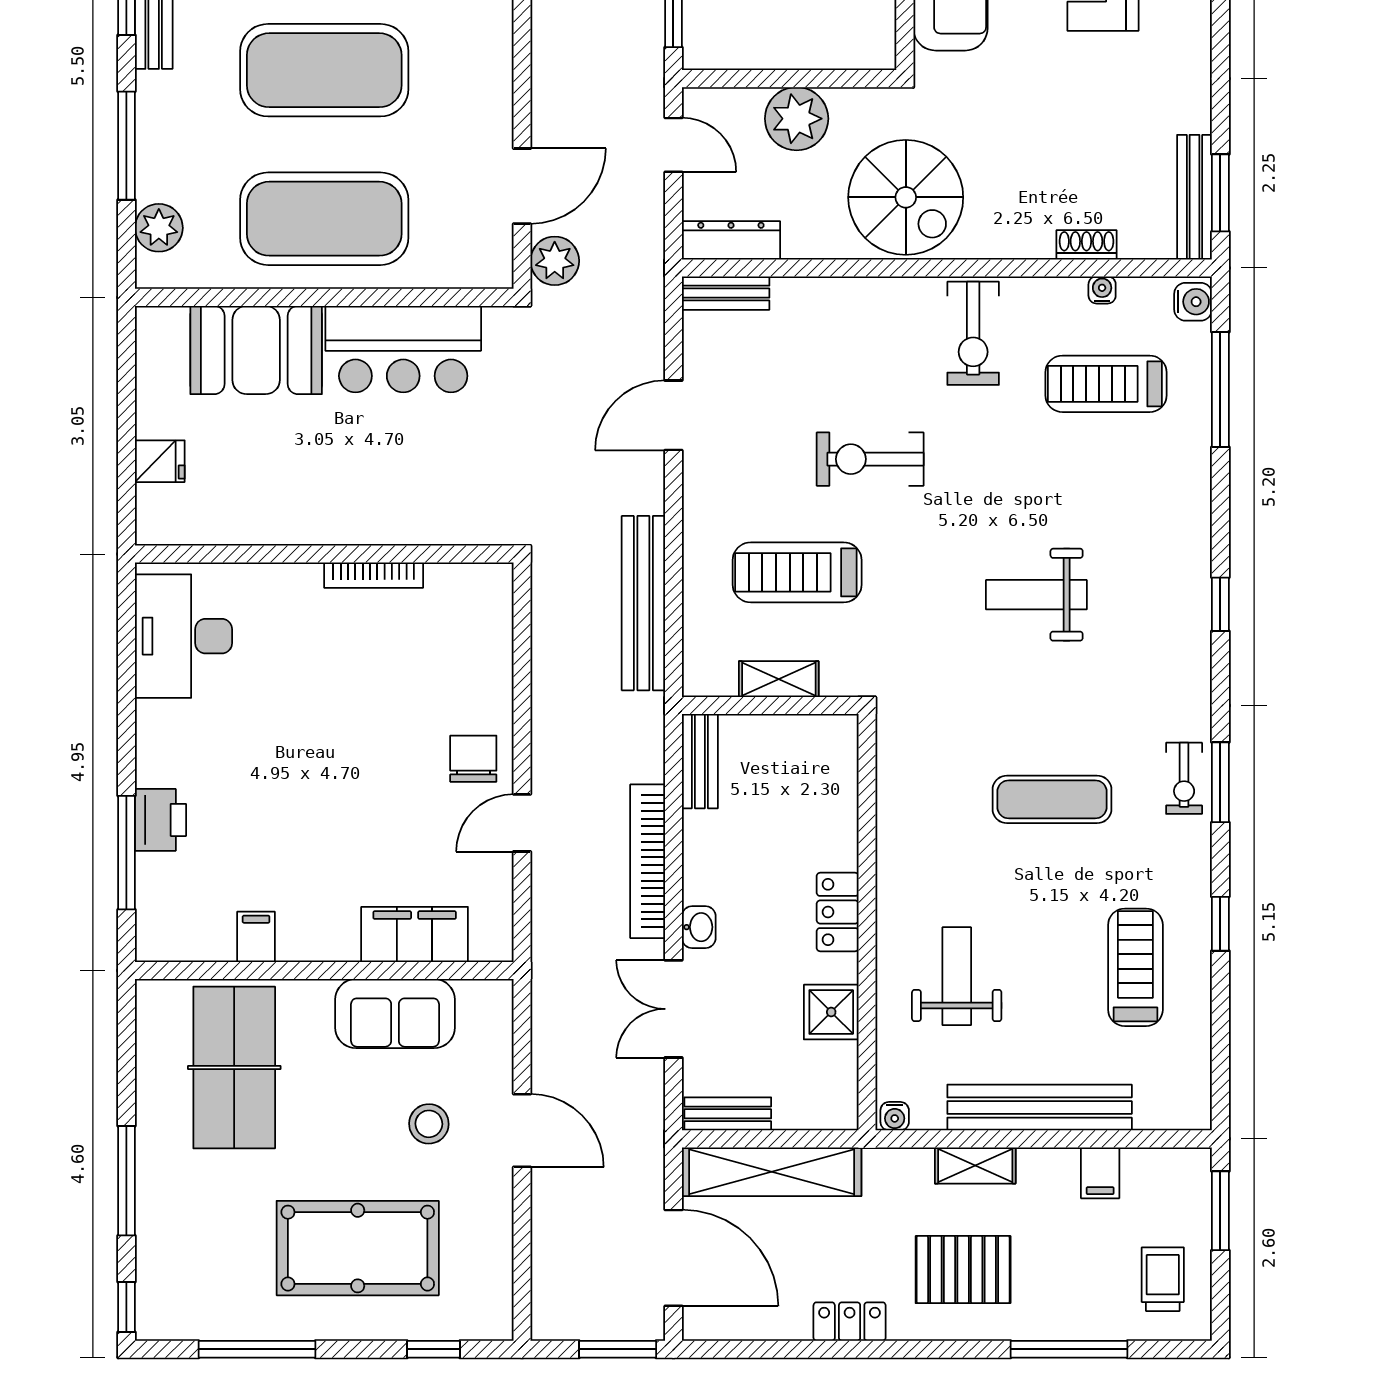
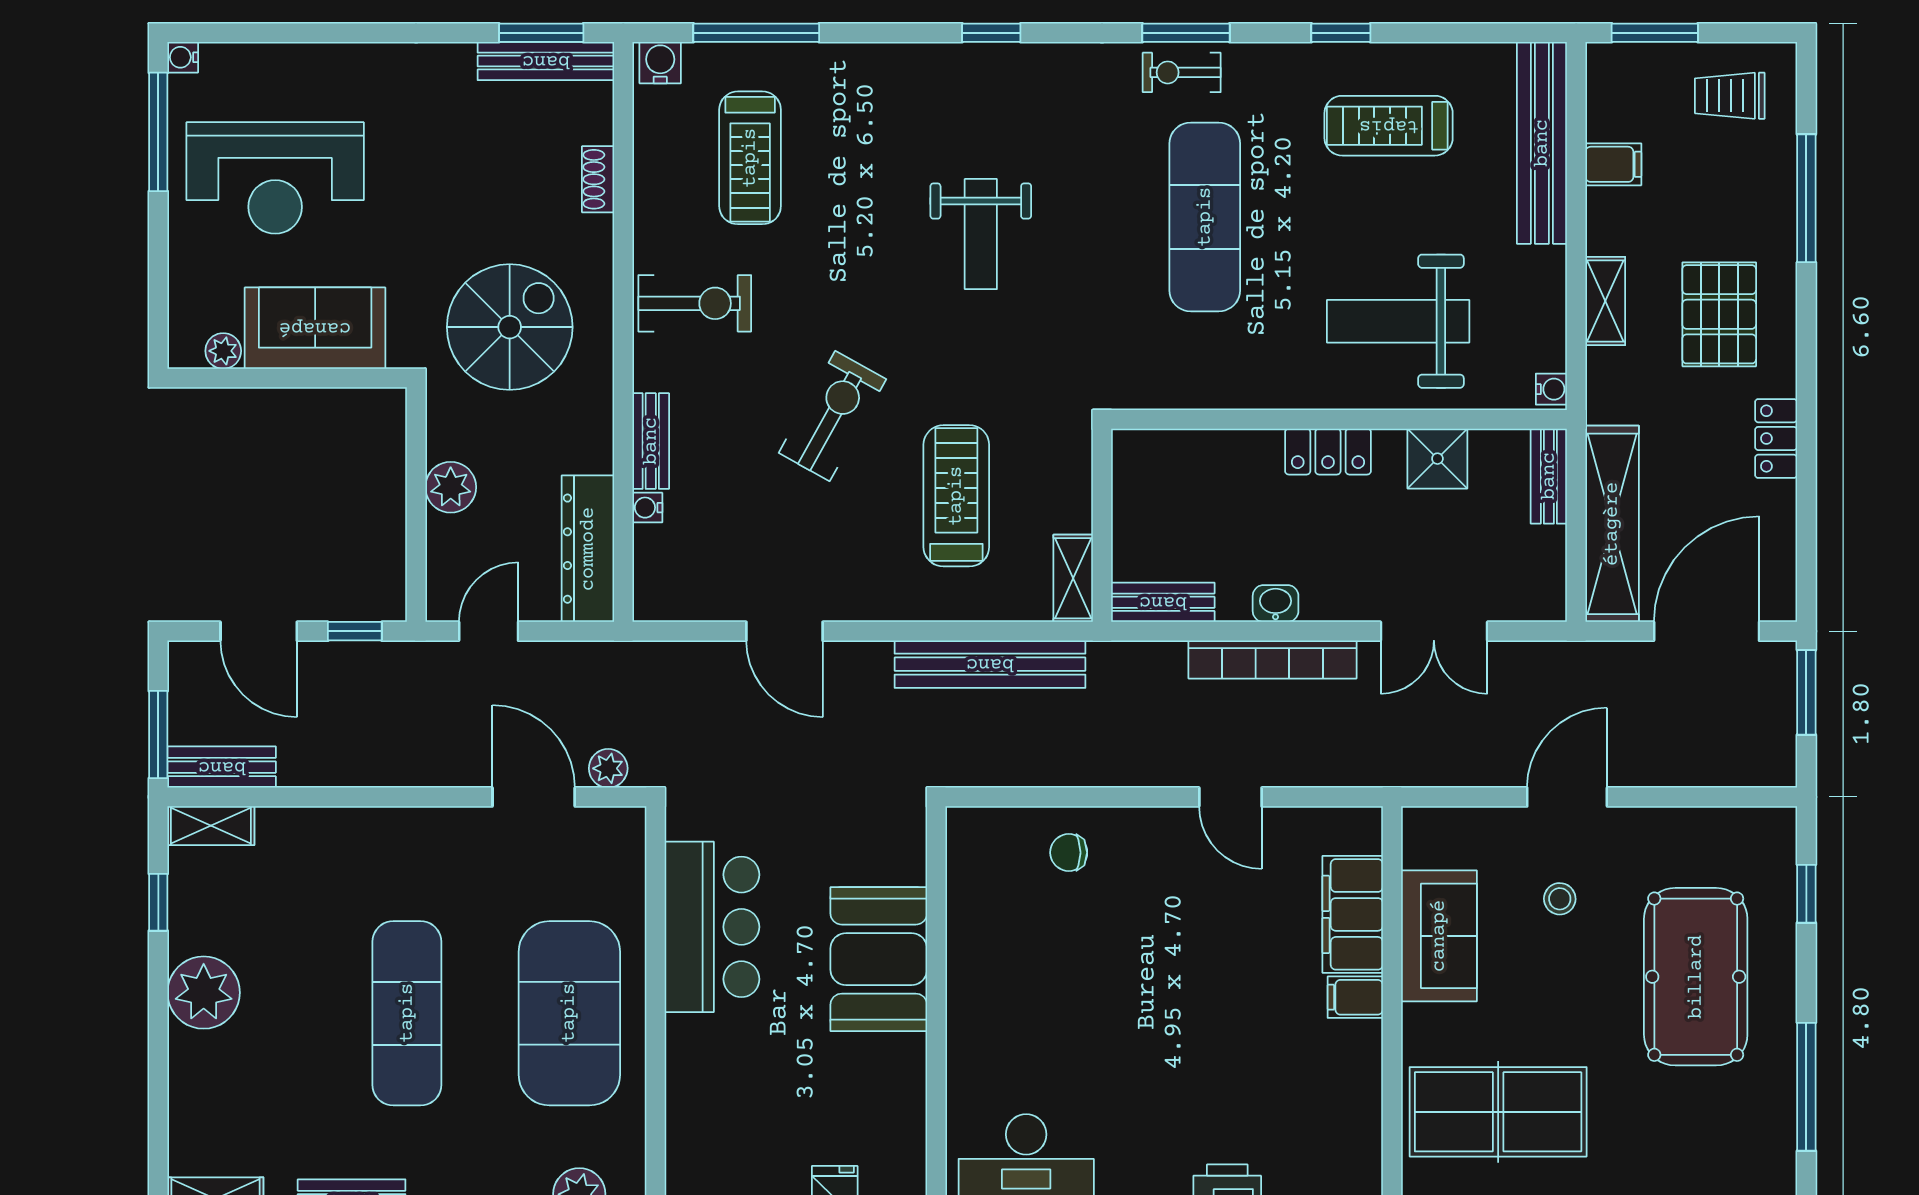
exercise mat: (324, 70) -> (407, 1013), width x0.68
plant: (797, 119) -> (451, 487), width x0.73, depth x0.73
spiral stairs: (906, 197) -> (510, 327), moved
dresser: (731, 240) -> (588, 549), width x1.37, depth x1.24
plant: (555, 261) -> (608, 768), width x0.73, depth x0.73
water cooler: (1102, 290) -> (647, 508), moved
bench: (726, 293) -> (651, 441), moved
booth: (256, 350) -> (879, 959), moved
exercise bike: (870, 459) -> (832, 416), turned -151
treadmill: (797, 572) -> (956, 496), turned 180
bookcase: (374, 575) -> (959, 959), removed
shelving: (779, 679) -> (1073, 578), moved
chair: (473, 759) -> (1069, 853), moved, width x0.73, depth x0.73
exercise bike: (1184, 778) -> (1182, 72), turned 180
exercise mat: (1052, 799) -> (1205, 217), width x1.36, depth x1.45
washbasin: (699, 927) -> (1276, 604), moved
filing cabinet: (256, 937) -> (1355, 997), moved
weight bench: (957, 976) -> (1398, 321), width x1.36, depth x1.33
bench: (1040, 1107) -> (1542, 143), moved
bench: (728, 1114) -> (1549, 476), moved
stool: (429, 1124) -> (1560, 899), width x0.73, depth x0.73

